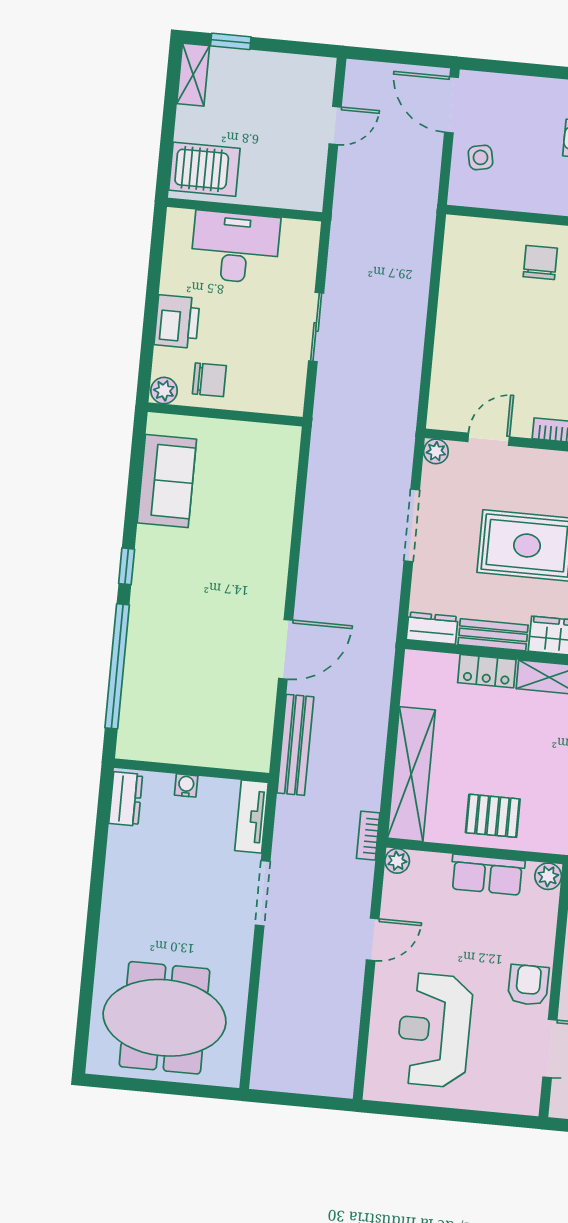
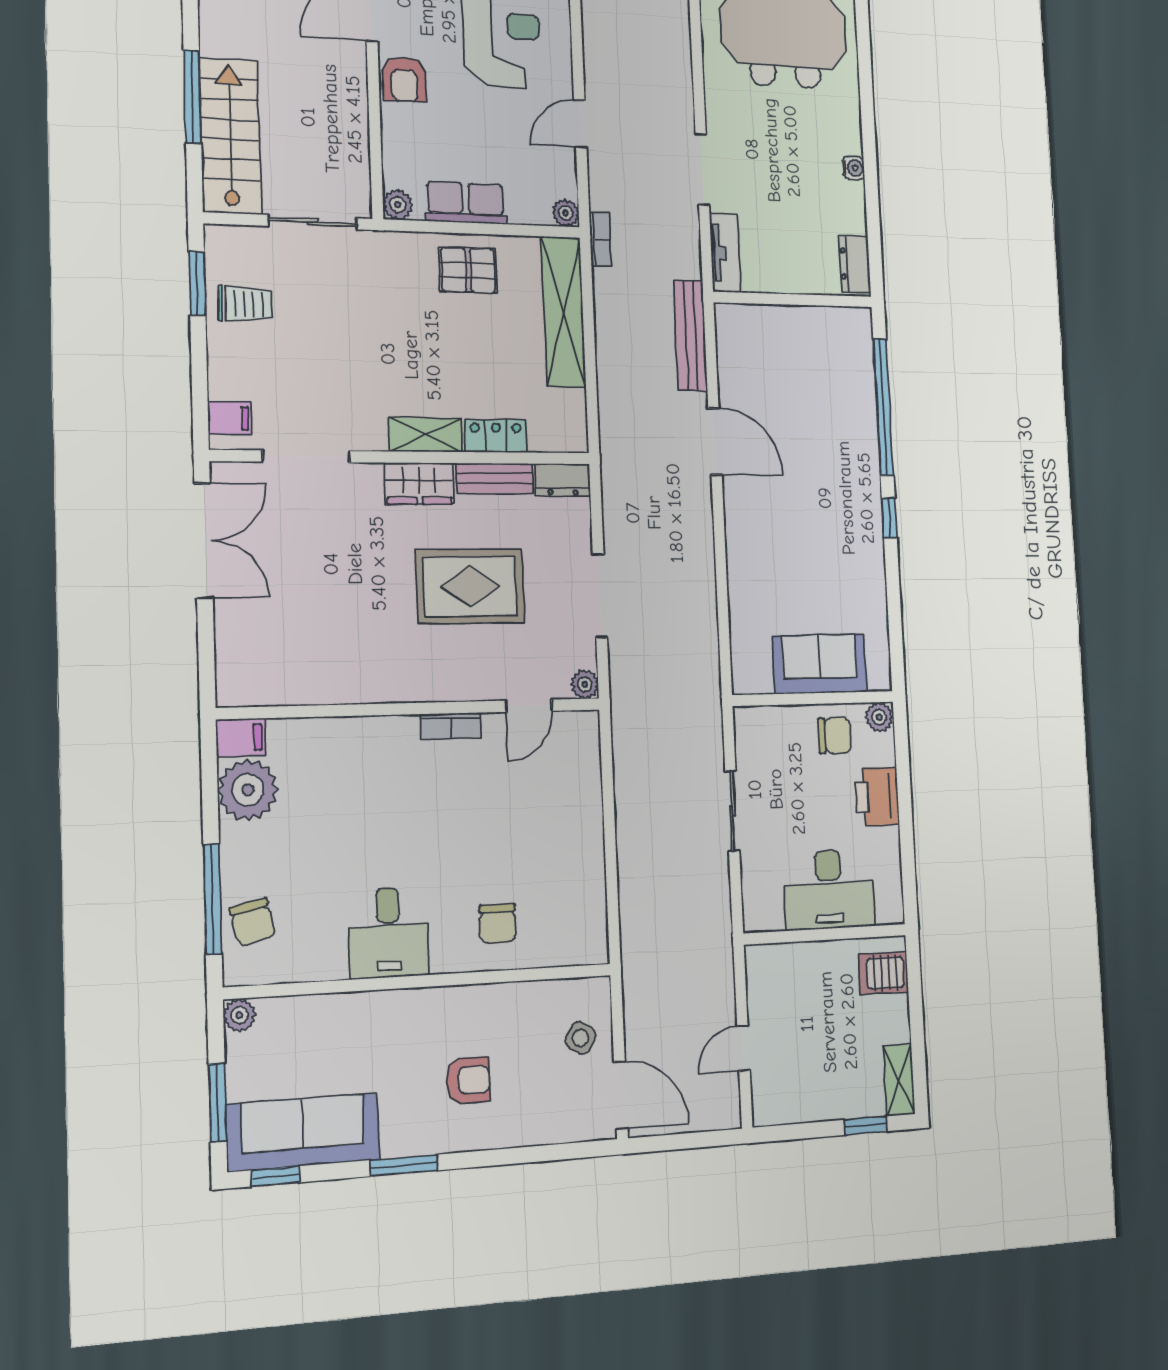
side table: (480, 157) -> (581, 1038), turned 45
server rack: (204, 169) -> (883, 973), width x0.73, depth x0.70
chair: (209, 380) -> (835, 735), turned 180
sofa: (167, 481) -> (820, 664), moved, turned 90
door: (286, 649) -> (715, 441), swing flipped
water cooler: (186, 785) -> (853, 168), moved, turned -90

